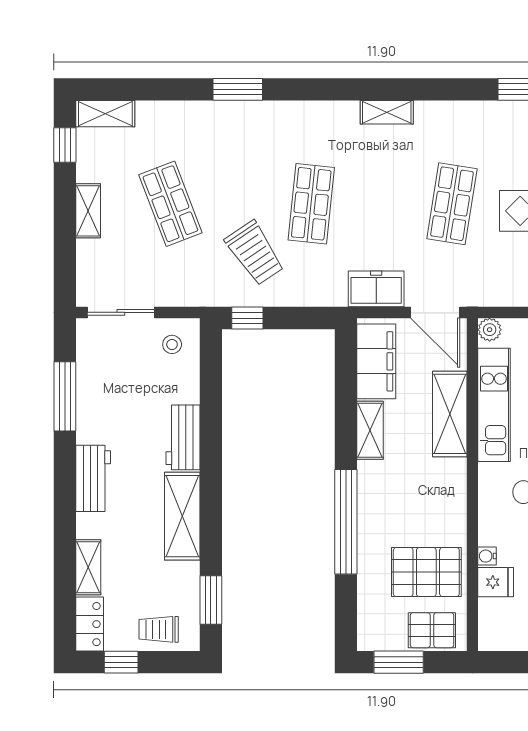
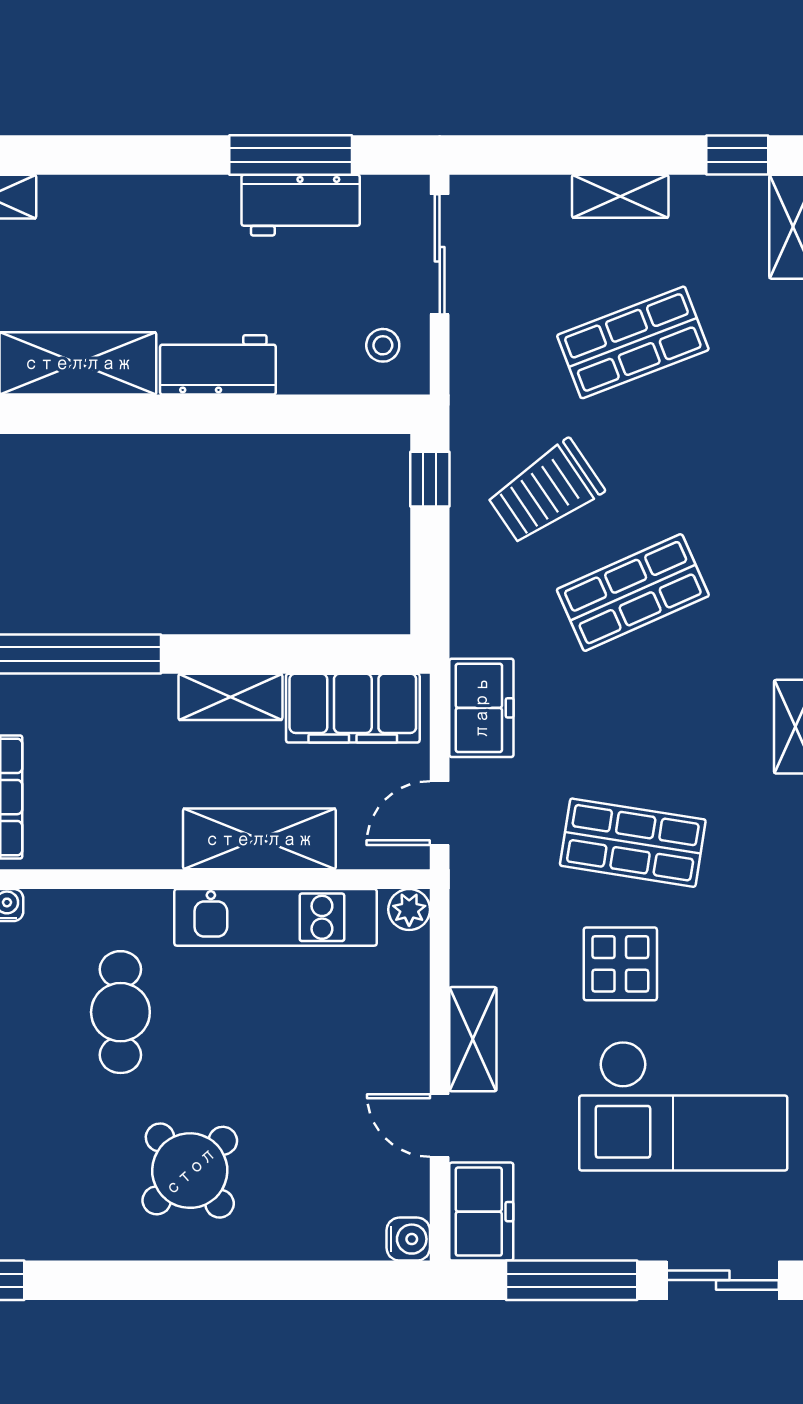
shop shelf: (311, 204) -> (633, 593), turned -30
door: (435, 312) -> (440, 813), width x0.73
workbench: (93, 478) -> (301, 205), moved

